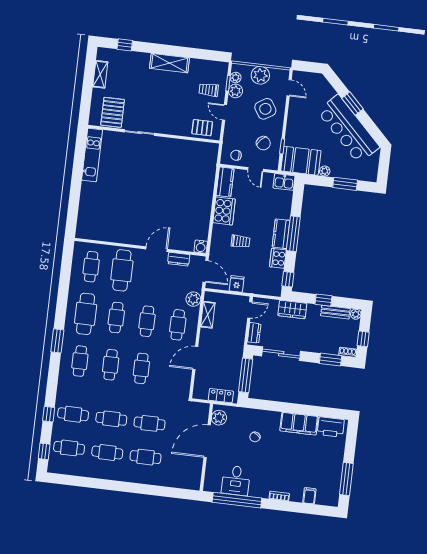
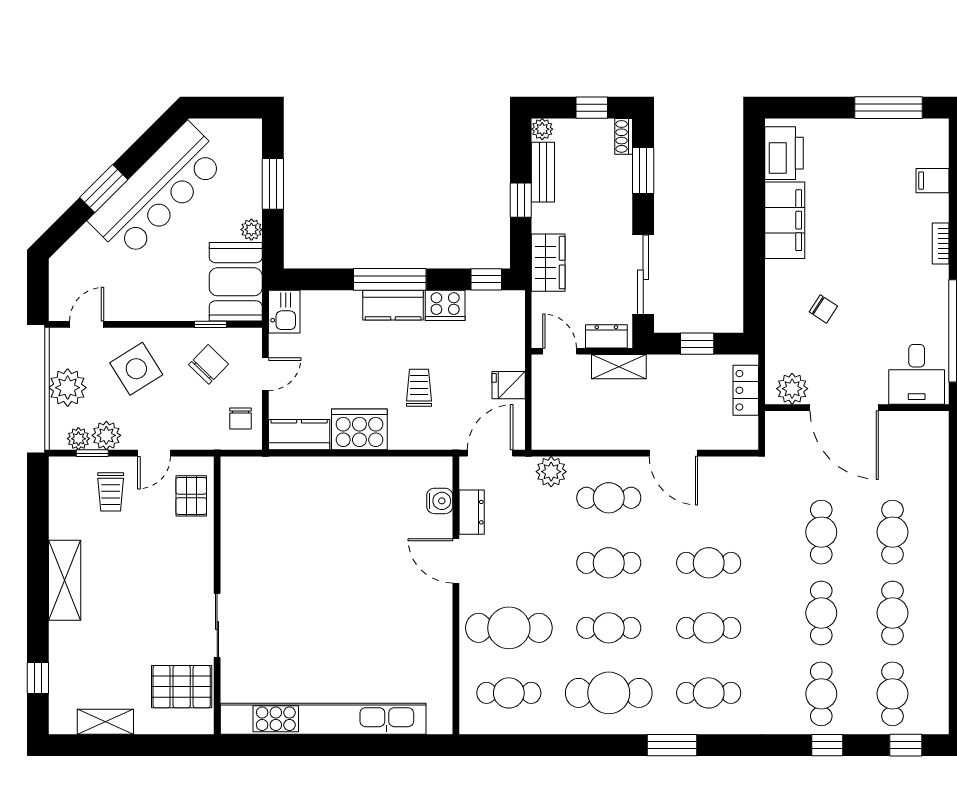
kitchen unit: (92, 155) -> (323, 719), width x1.86
water cooler: (201, 247) -> (440, 501), moved
shelving: (208, 315) -> (619, 367), moved
window: (246, 375) -> (697, 344), width x0.46
desk: (236, 480) -> (917, 374), moved, turned 90

